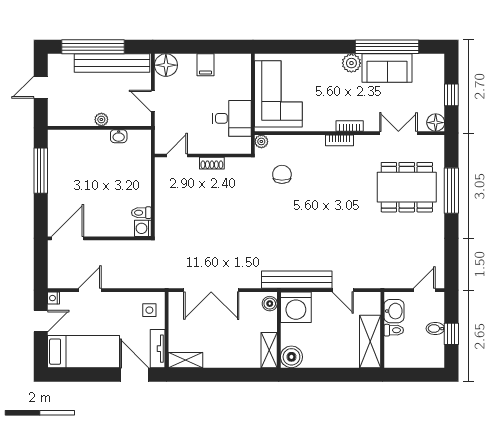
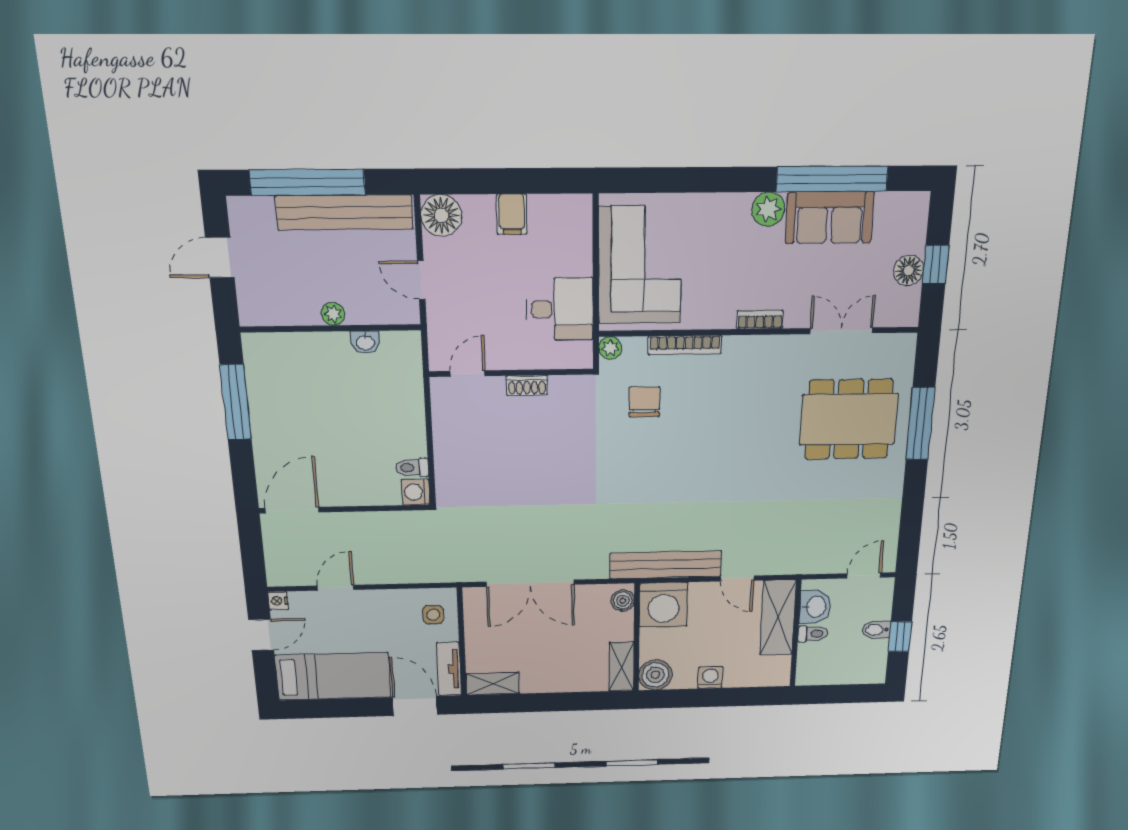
floor lamp: (436, 123) -> (909, 270), moved
bookcase: (340, 140) -> (685, 345), moved, width x1.56
shelving: (370, 341) -> (778, 618), moved
washing machine: (328, 360) -> (710, 678), added

